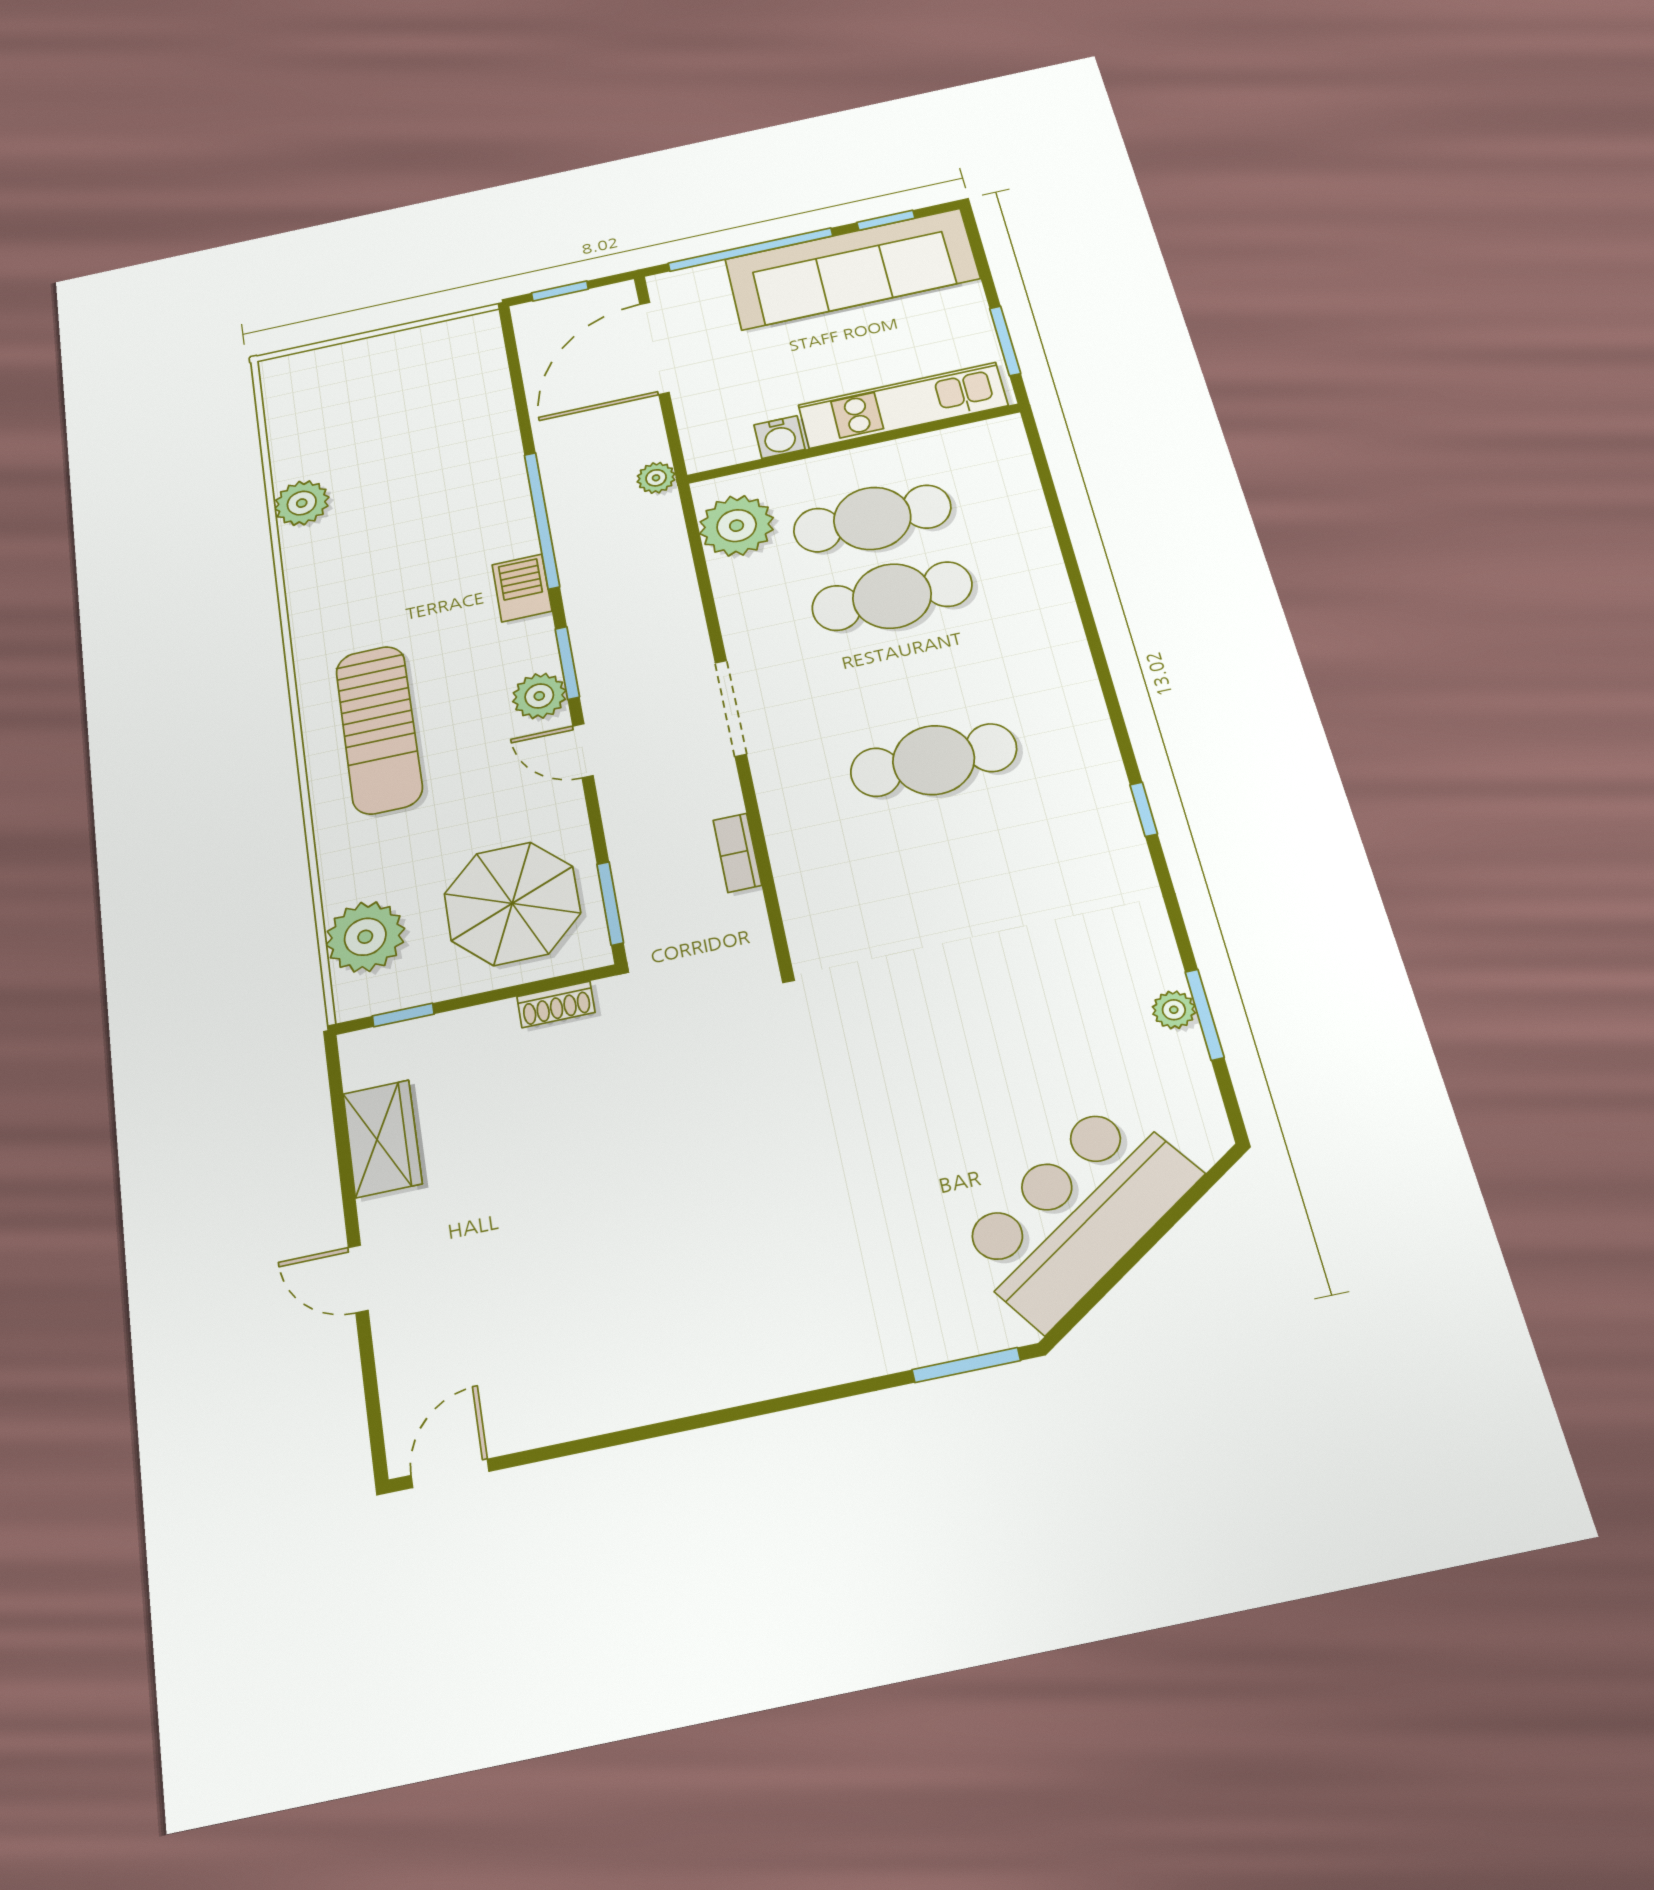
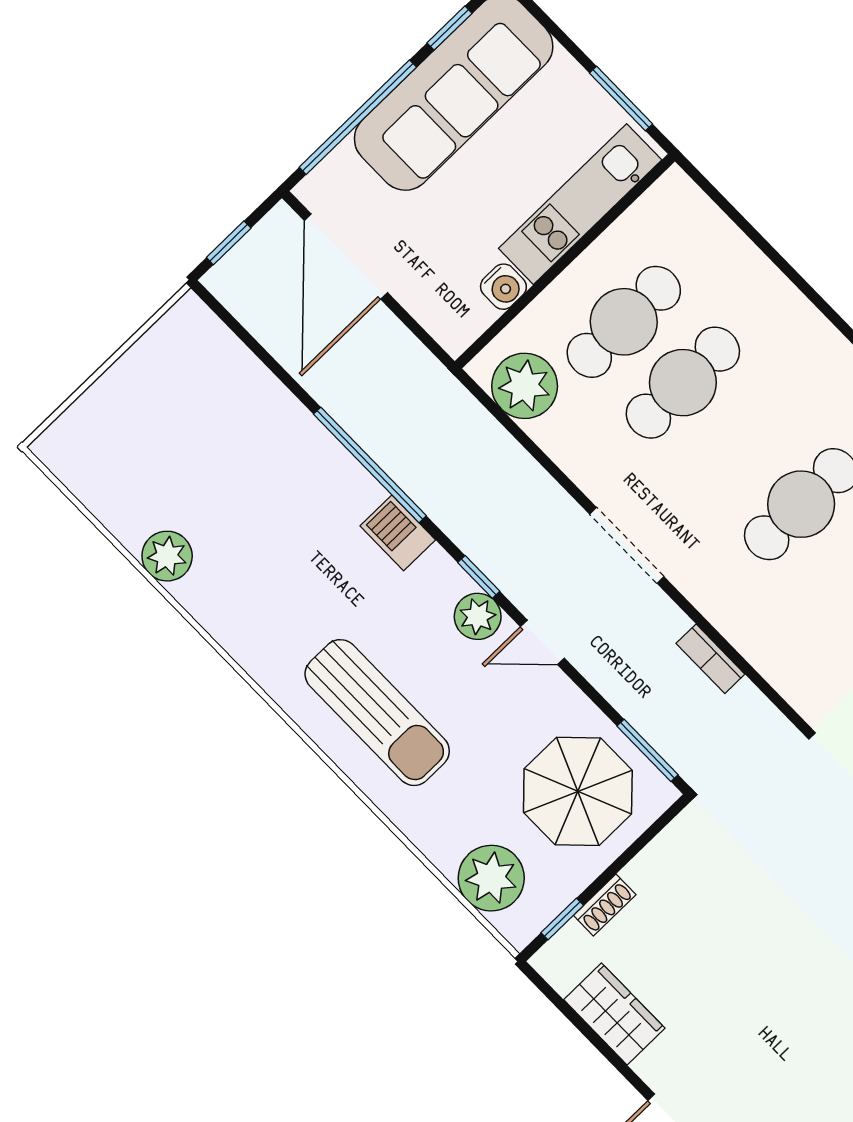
plant: (656, 478) -> (432, 377), removed
window: (567, 663) -> (479, 577), width x0.67
shoe rack: (556, 1004) -> (605, 905), moved

